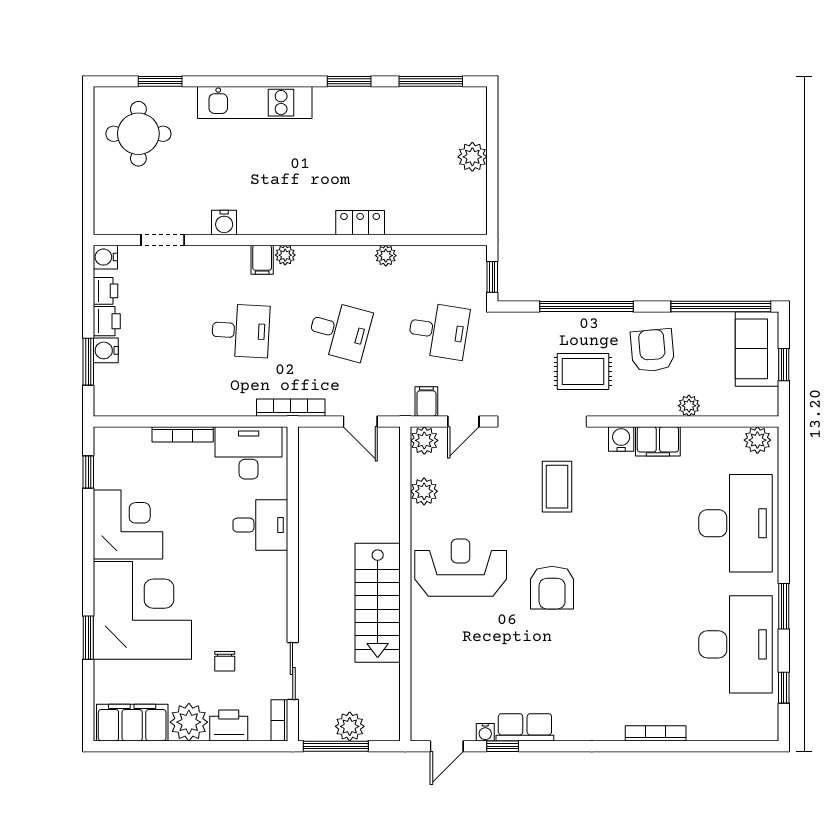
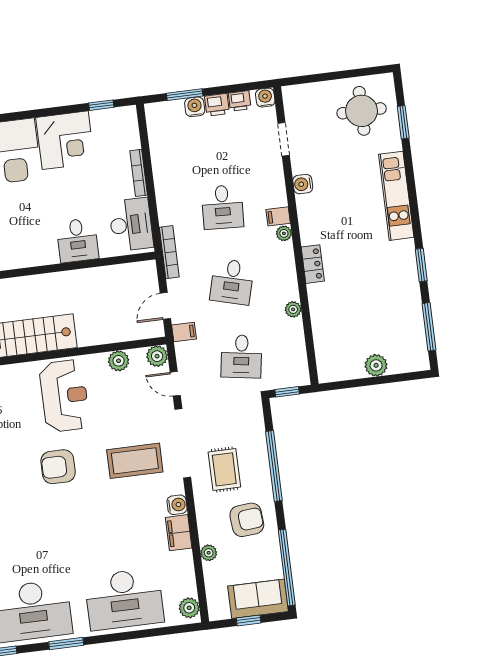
locker: (360, 223) -> (313, 264), moved
filing cabinet: (426, 401) -> (184, 332), moved
coffee table: (557, 487) -> (135, 461), width x1.36, depth x1.32

